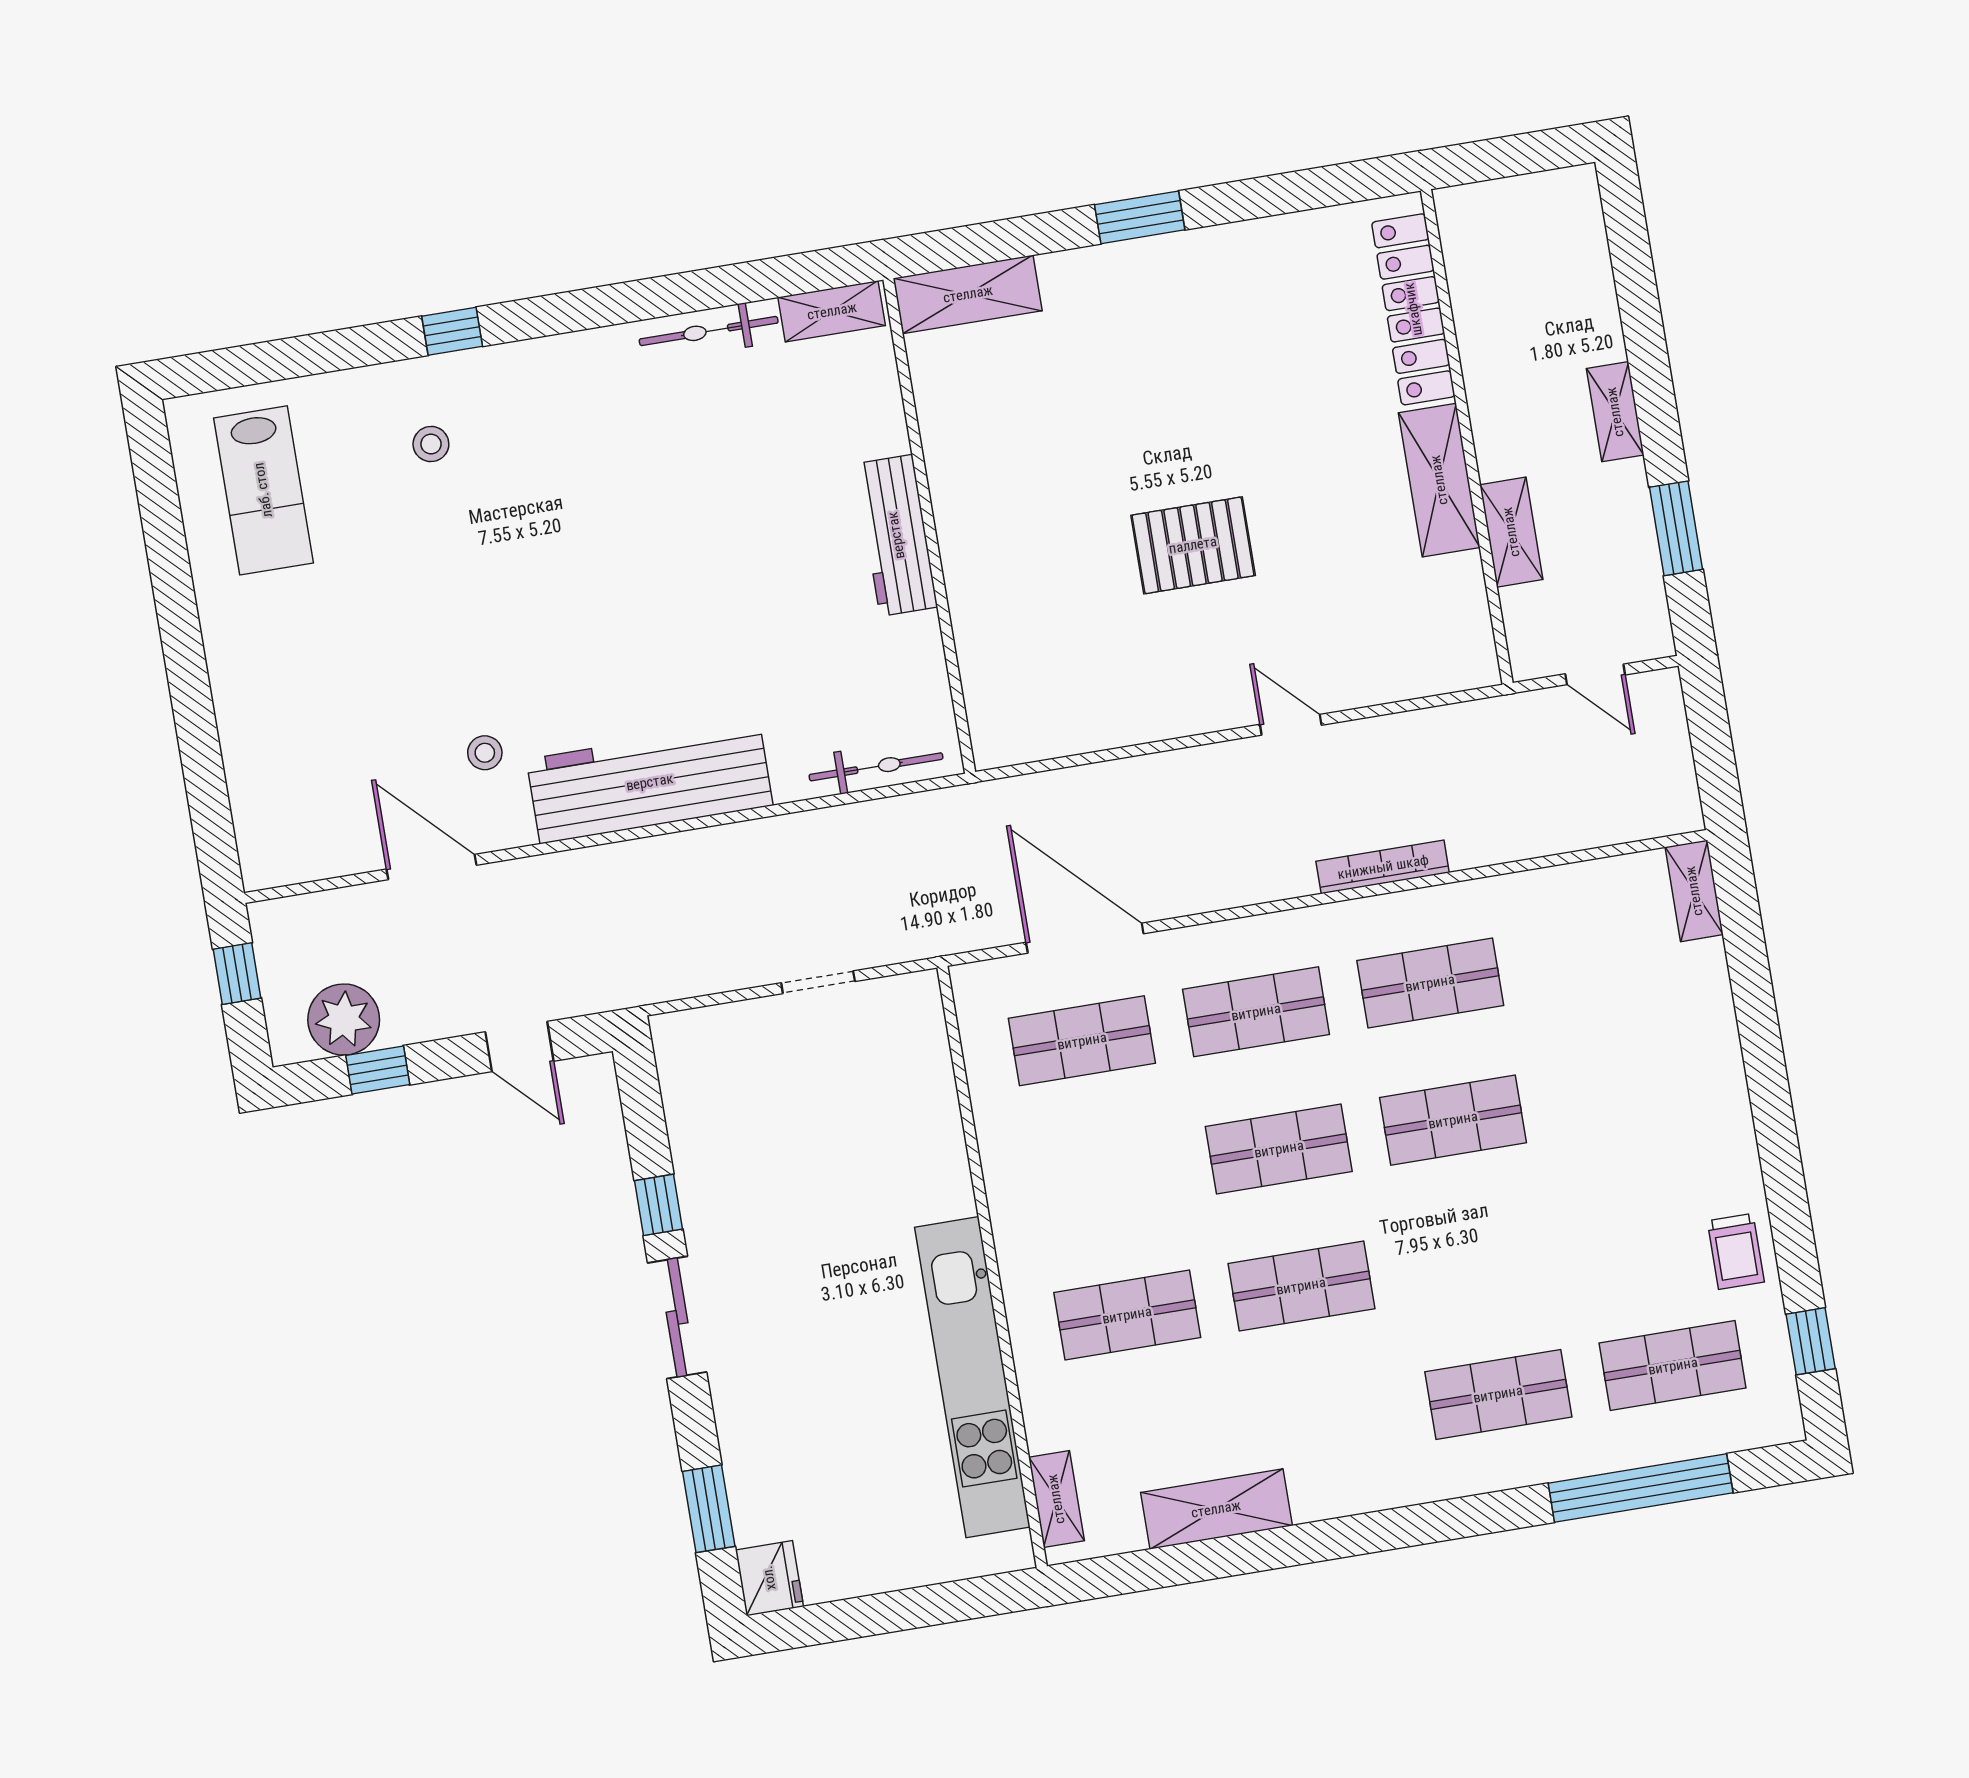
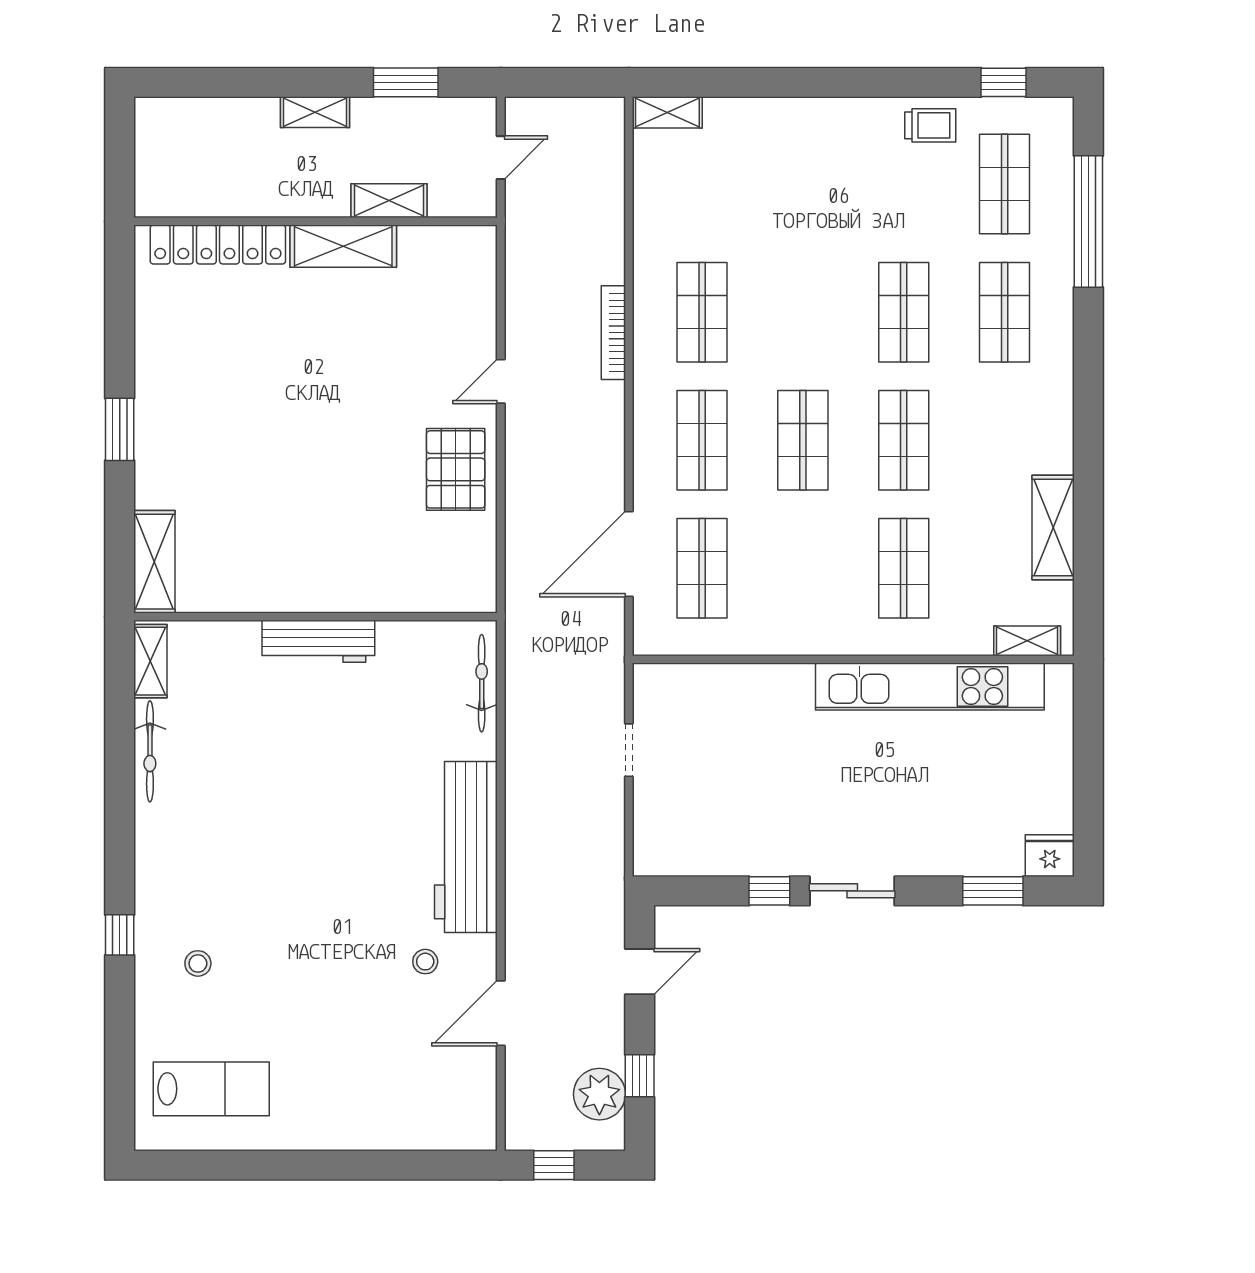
pallet: (1193, 545) -> (456, 469), moved
shop shelf: (1453, 1120) -> (904, 312), moved

